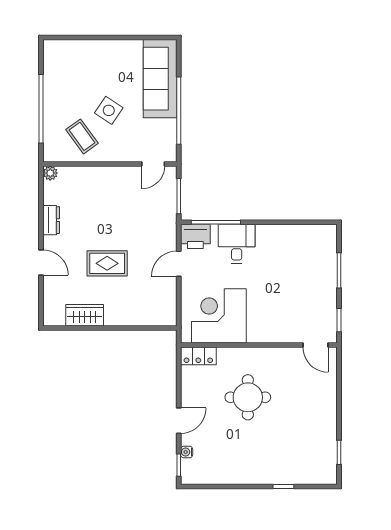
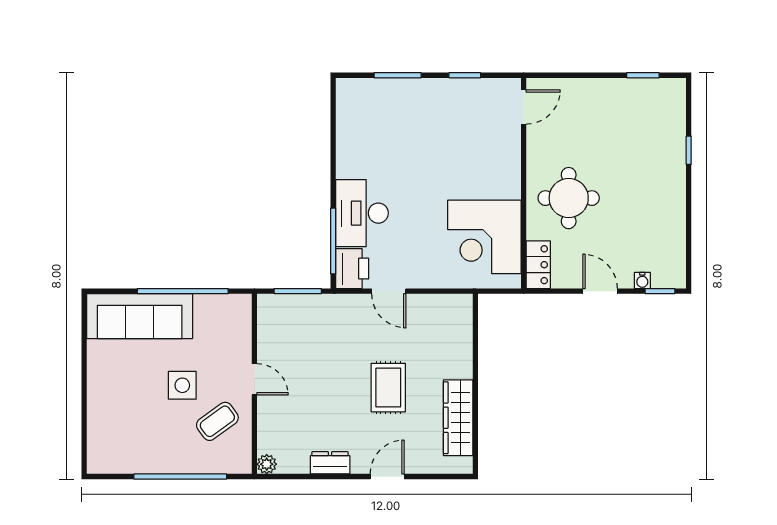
side table: (109, 110) -> (182, 385), turned -34
door: (153, 164) -> (254, 379), moved
desk: (237, 244) -> (362, 213), width x1.37
wardrobe: (85, 315) -> (458, 418), width x1.50
corner desk: (219, 316) -> (484, 237), moved
wall: (259, 345) -> (524, 183), moved
door: (315, 345) -> (524, 107), moved
locker: (198, 356) -> (538, 265), moved

